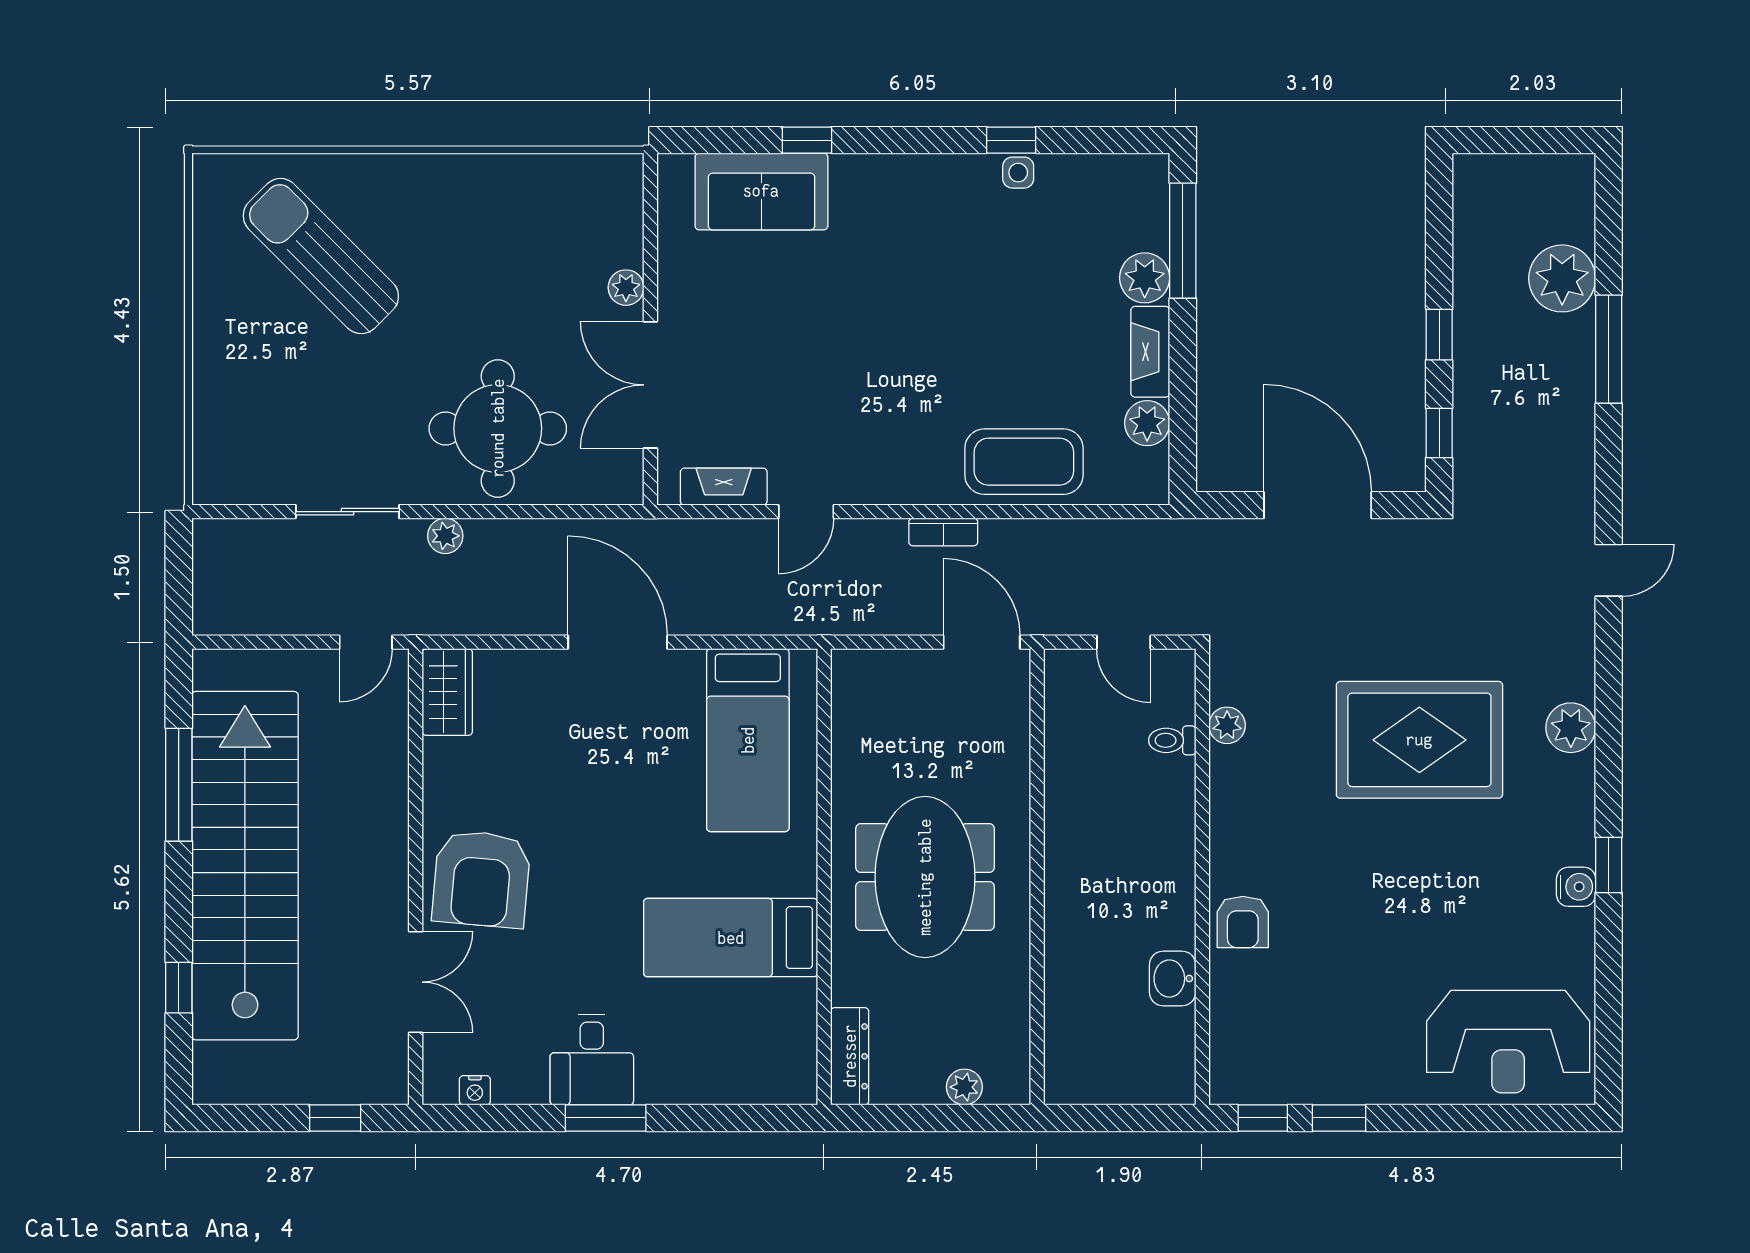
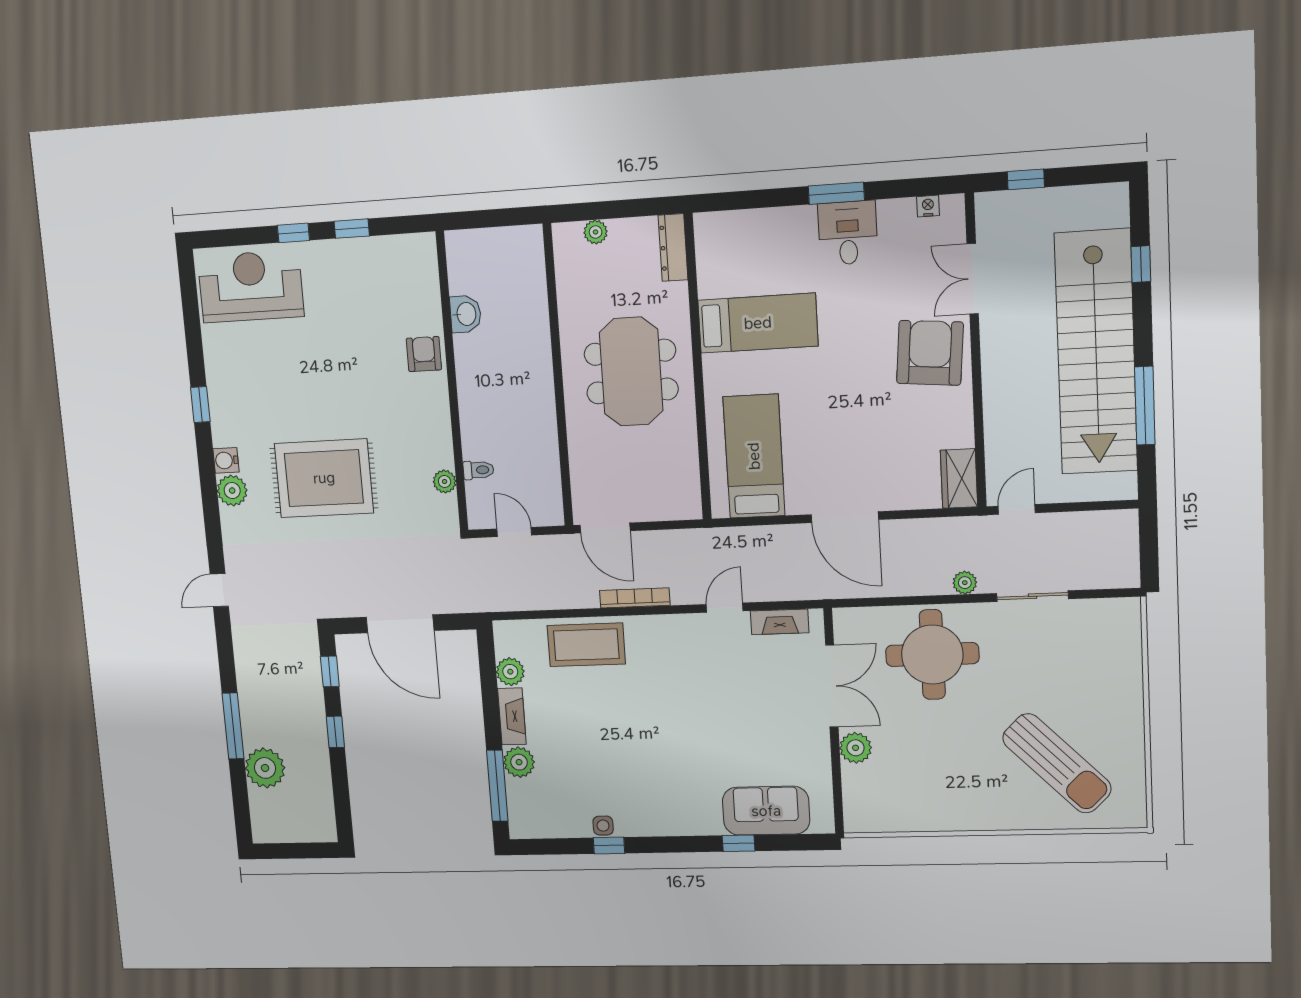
plant: (626, 288) -> (856, 748), width x1.38, depth x1.38
bookcase: (943, 532) -> (635, 598), width x1.56
water cooler: (1576, 887) -> (226, 460), moved
window: (1263, 1118) -> (293, 233), moved

